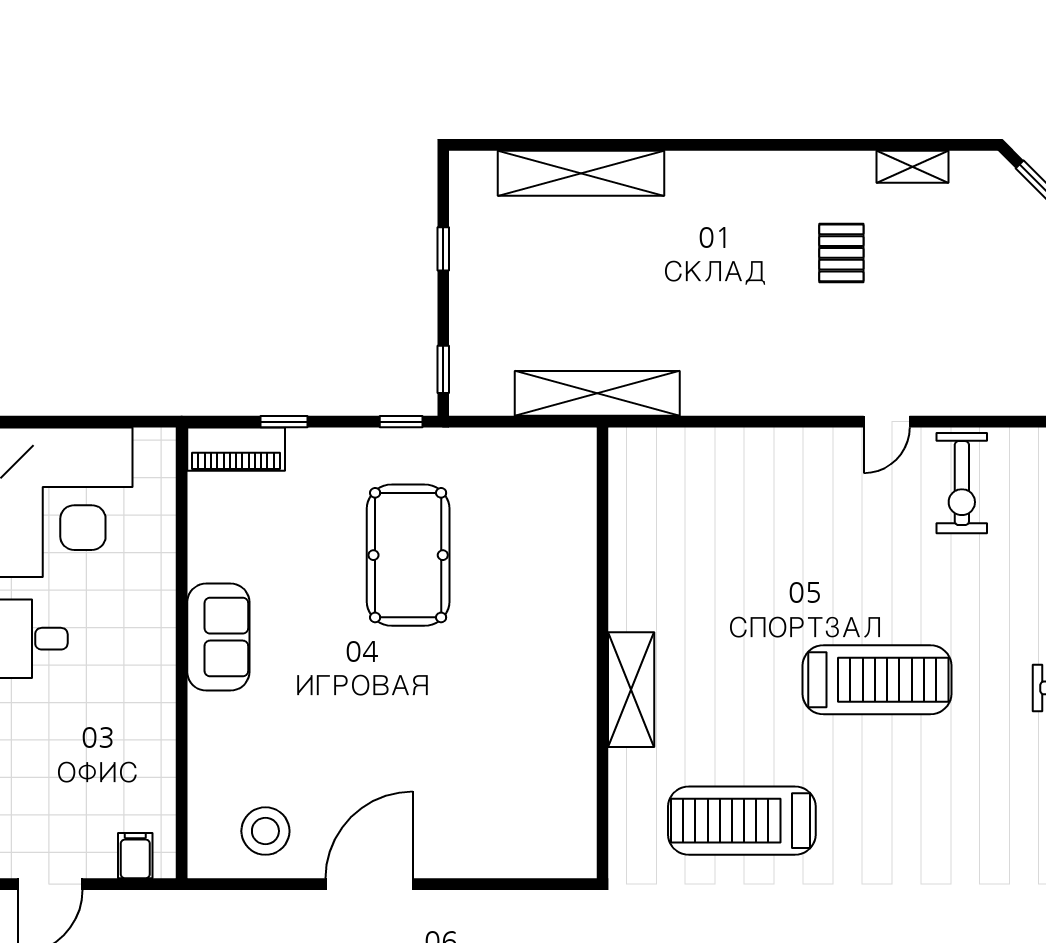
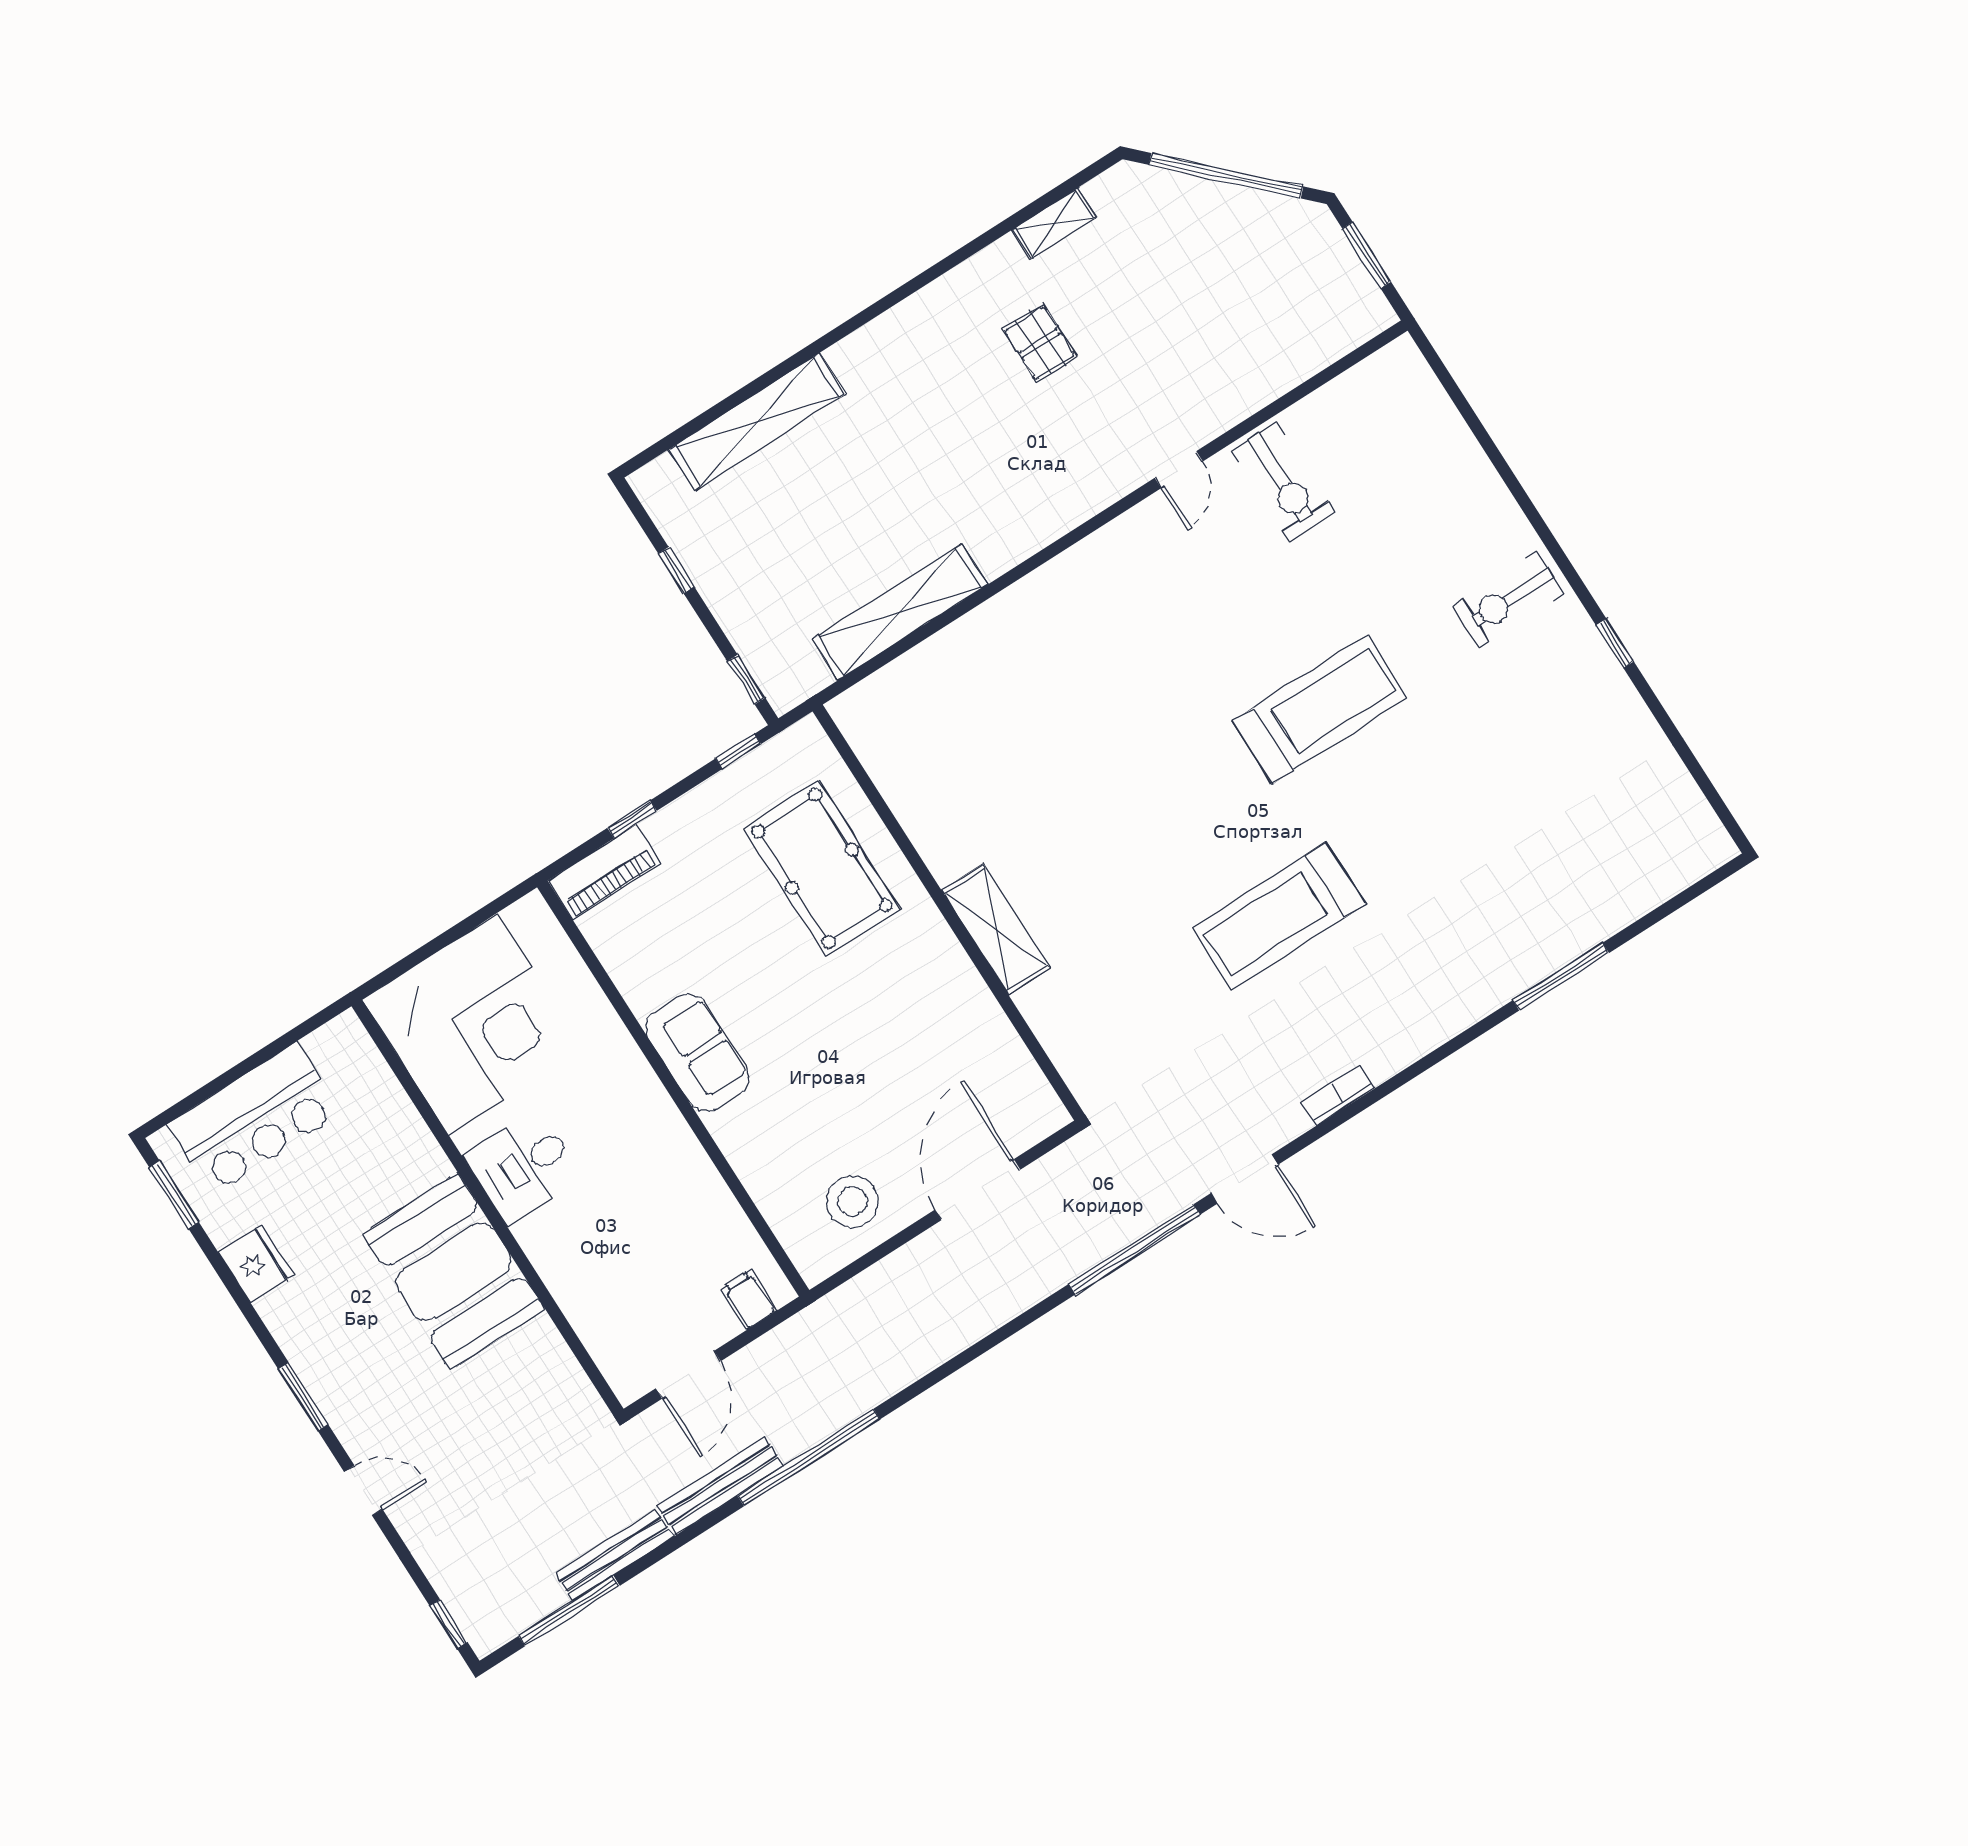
wall: (602, 653) -> (948, 913), moved
shelving: (631, 690) -> (996, 929), moved

